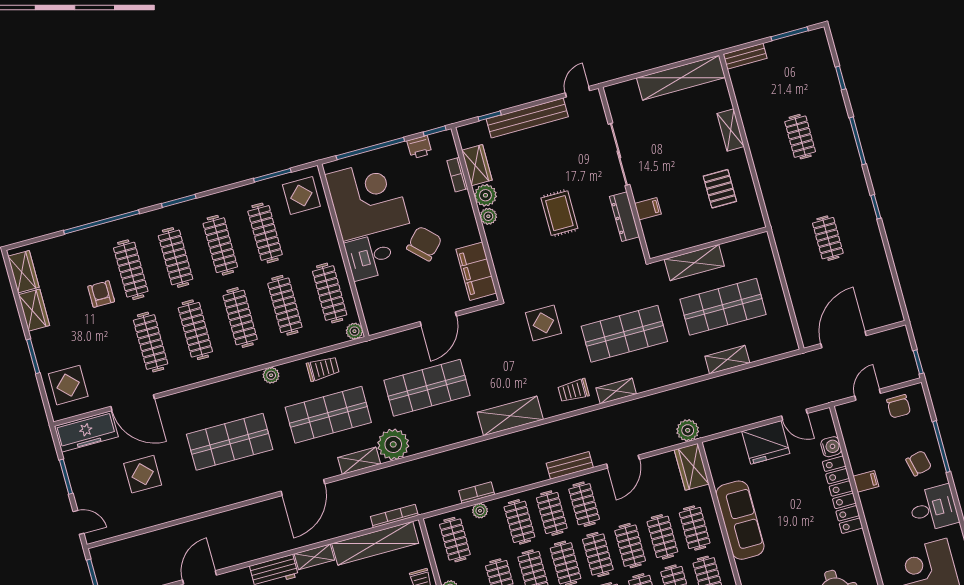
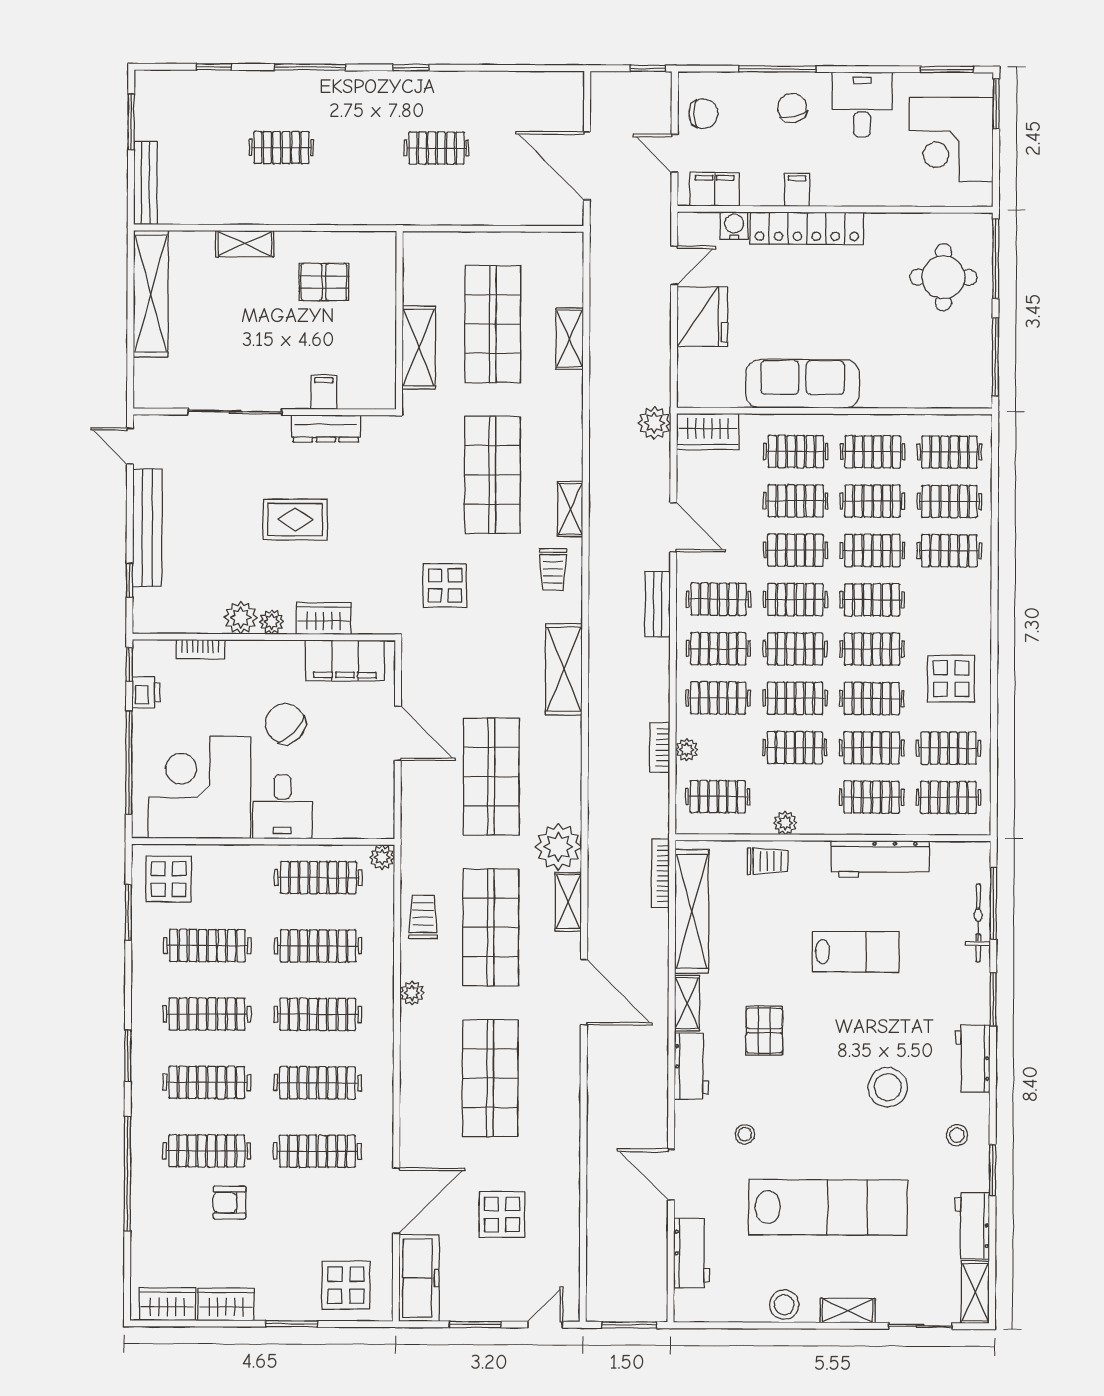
bench: (745, 56) -> (145, 183), width x1.36
wardrobe: (477, 165) -> (324, 618), moved
filing cabinet: (851, 427) -> (715, 189), added

